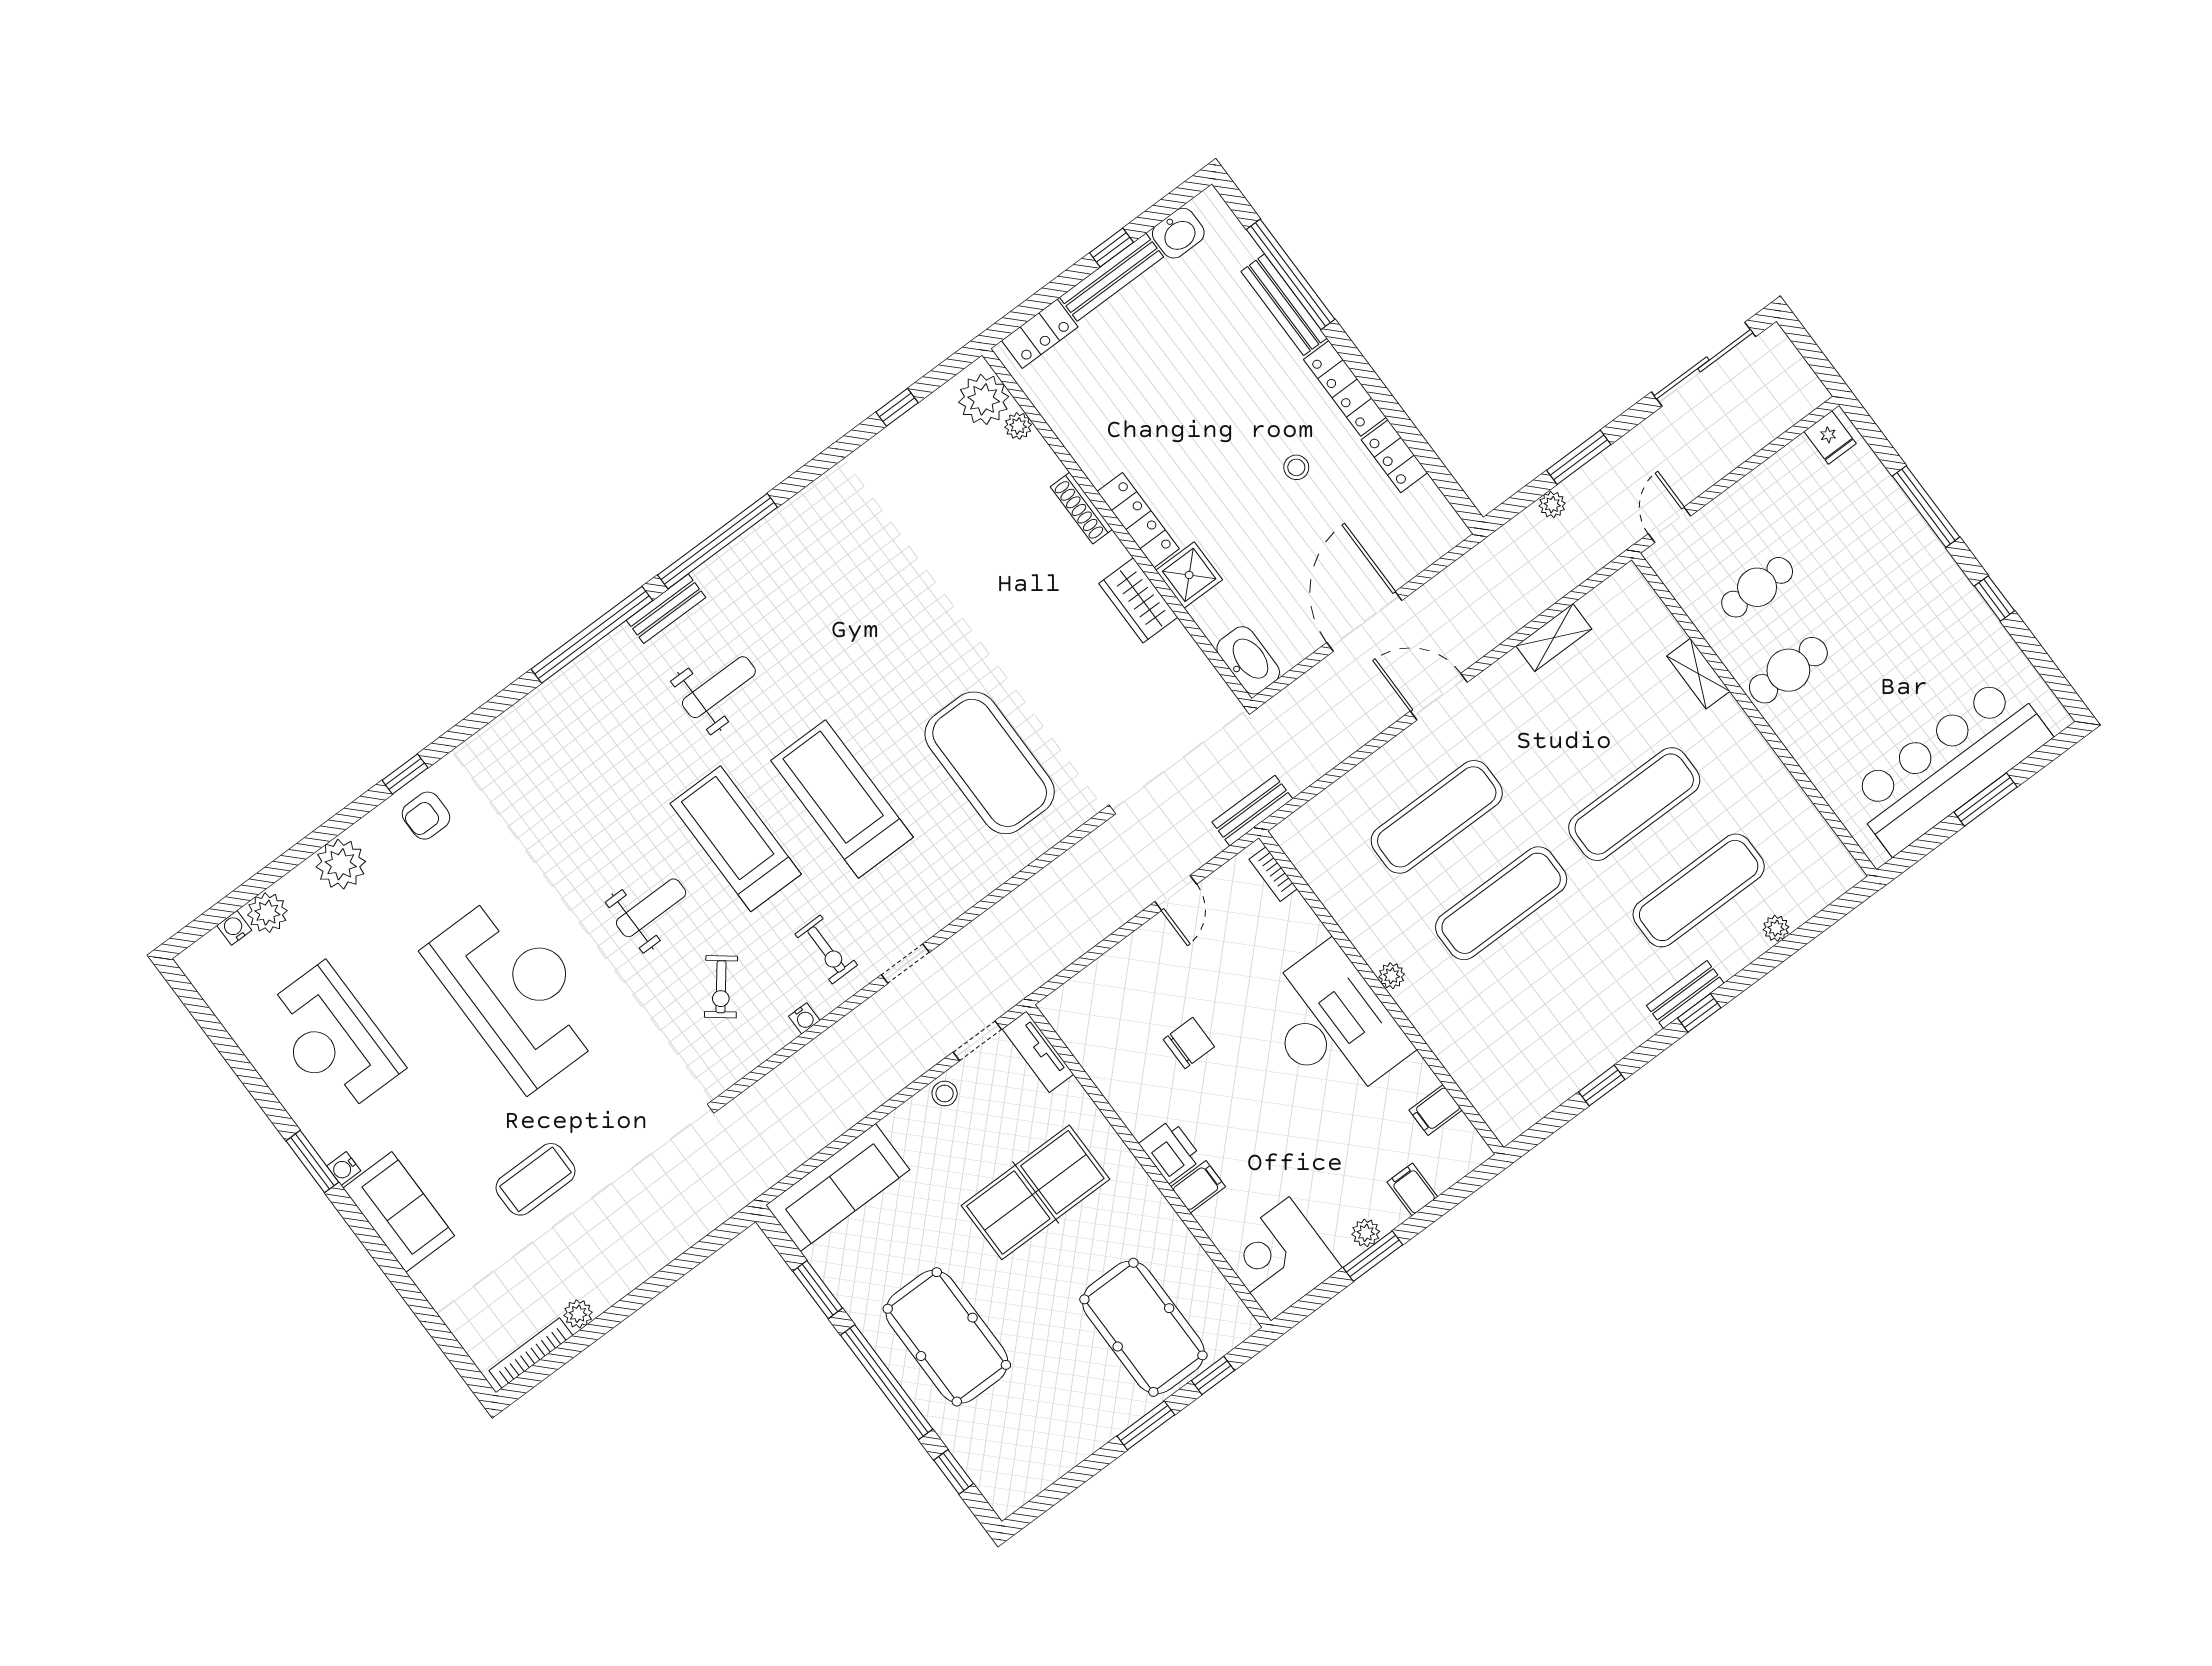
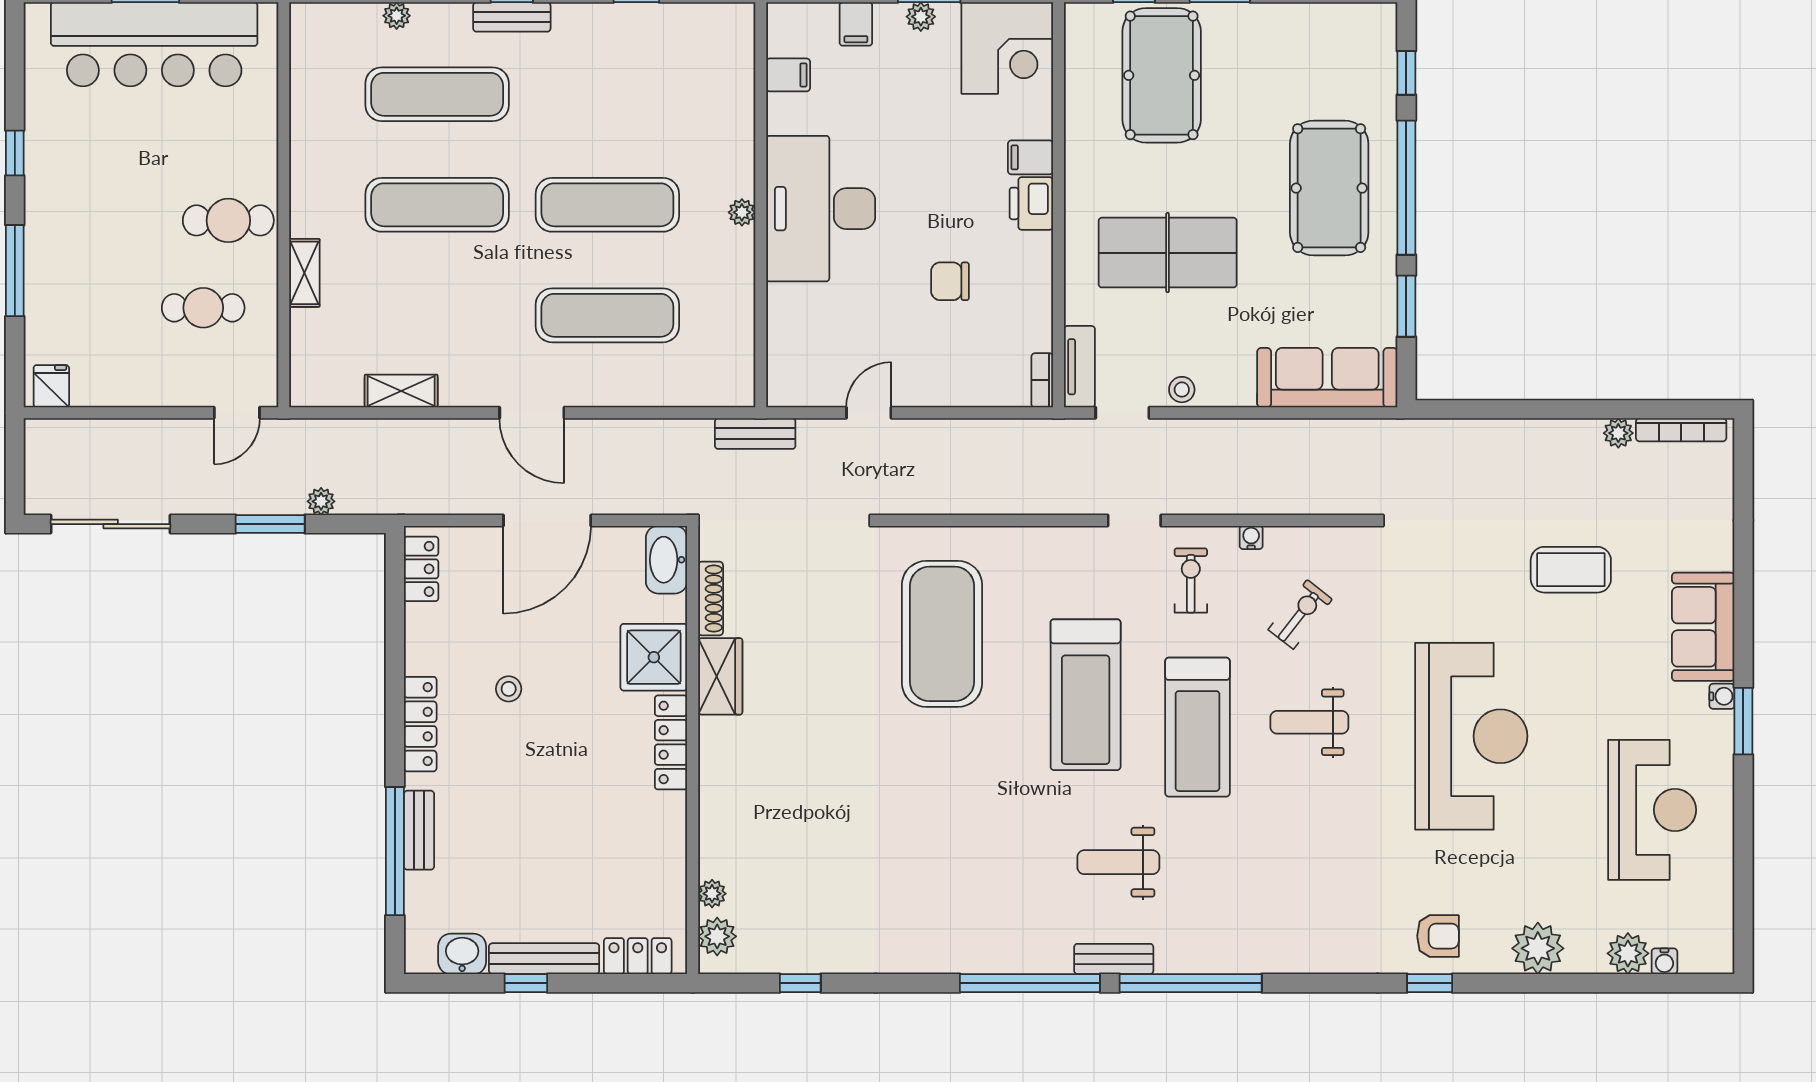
bench: (1284, 305) -> (419, 830), width x0.73
plant: (984, 399) -> (717, 936), width x0.73, depth x0.73
locker: (1394, 456) -> (421, 569), moved
shoe rack: (1081, 508) -> (711, 598), moved
shower: (1189, 575) -> (654, 657), width x1.36, depth x1.36
bookcase: (1273, 874) -> (1042, 380), moved, turned 180
reception desk: (516, 991) -> (1471, 736), turned 180

